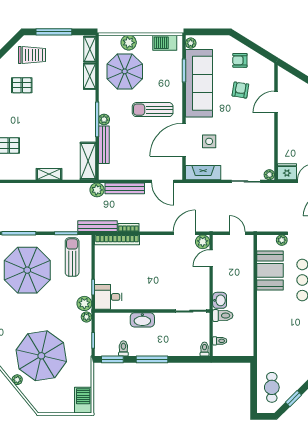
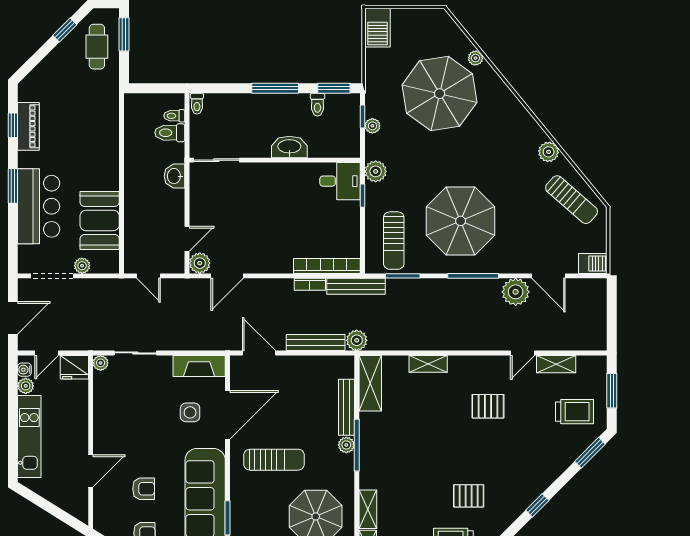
armchair: (240, 90) -> (144, 489), turned -99
toilet: (223, 316) -> (170, 133), moved
plant: (86, 317) -> (372, 126), moved
window: (254, 396) -> (124, 34), added

